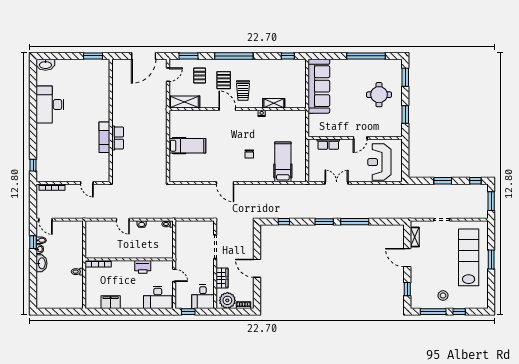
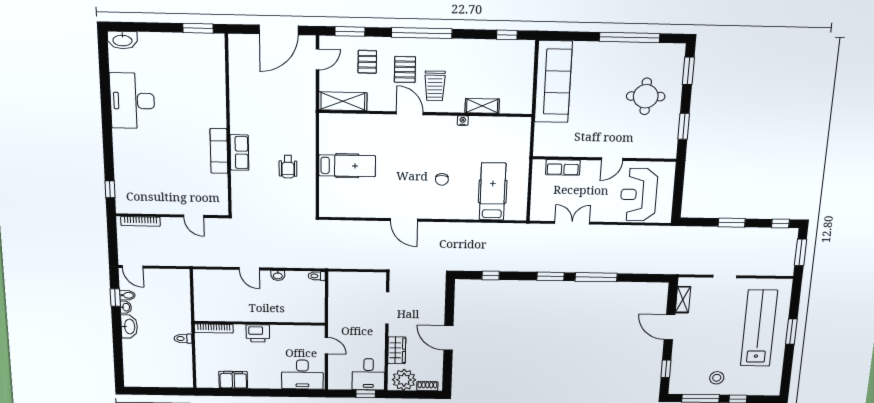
wheelchair: (149, 147) -> (288, 167), added
printer: (143, 267) -> (258, 333), moved
window: (188, 312) -> (366, 394), moved

